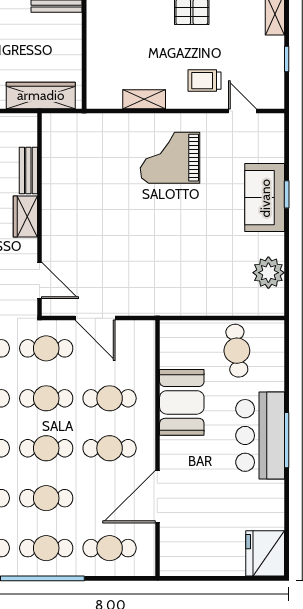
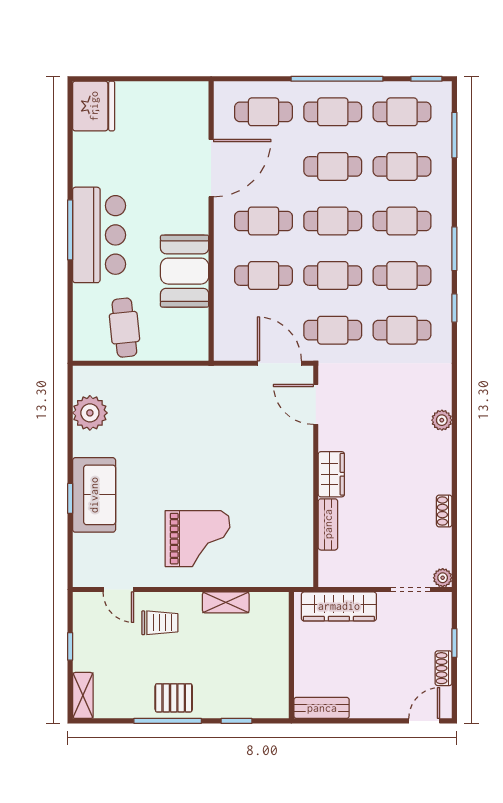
bench: (28, 171) -> (328, 524), moved
wall: (40, 215) -> (316, 476), moved
wardrobe: (25, 216) -> (331, 474), moved
door: (40, 280) -> (316, 404), moved

